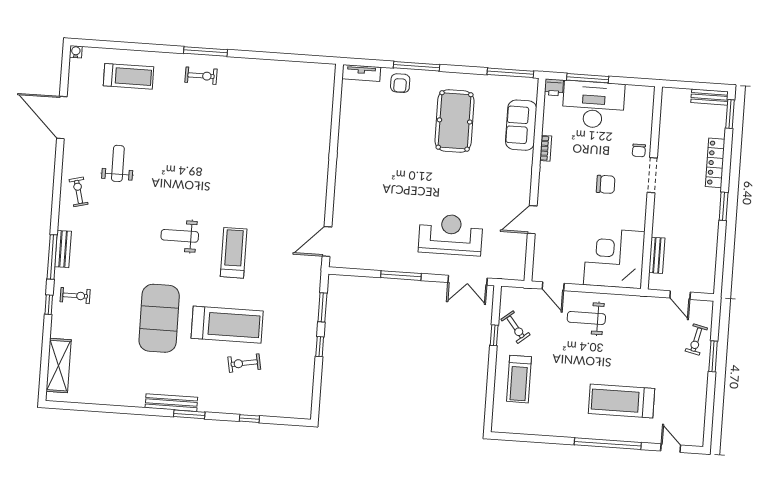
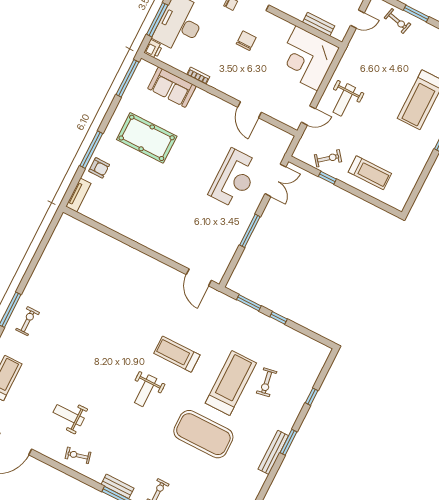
reception desk: (451, 235) -> (234, 178), turned 180

